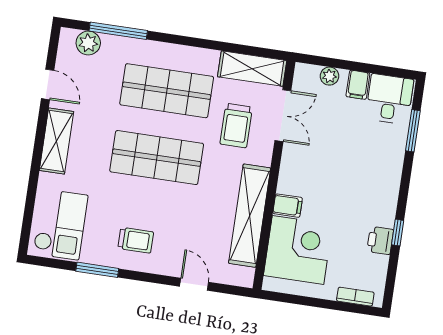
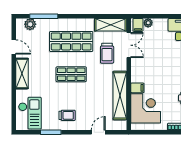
filing cabinet: (358, 85) -> (138, 25), moved
shop shelf: (157, 158) -> (71, 74), width x0.70, depth x0.74
door: (194, 284) -> (98, 132), hinge flipped

